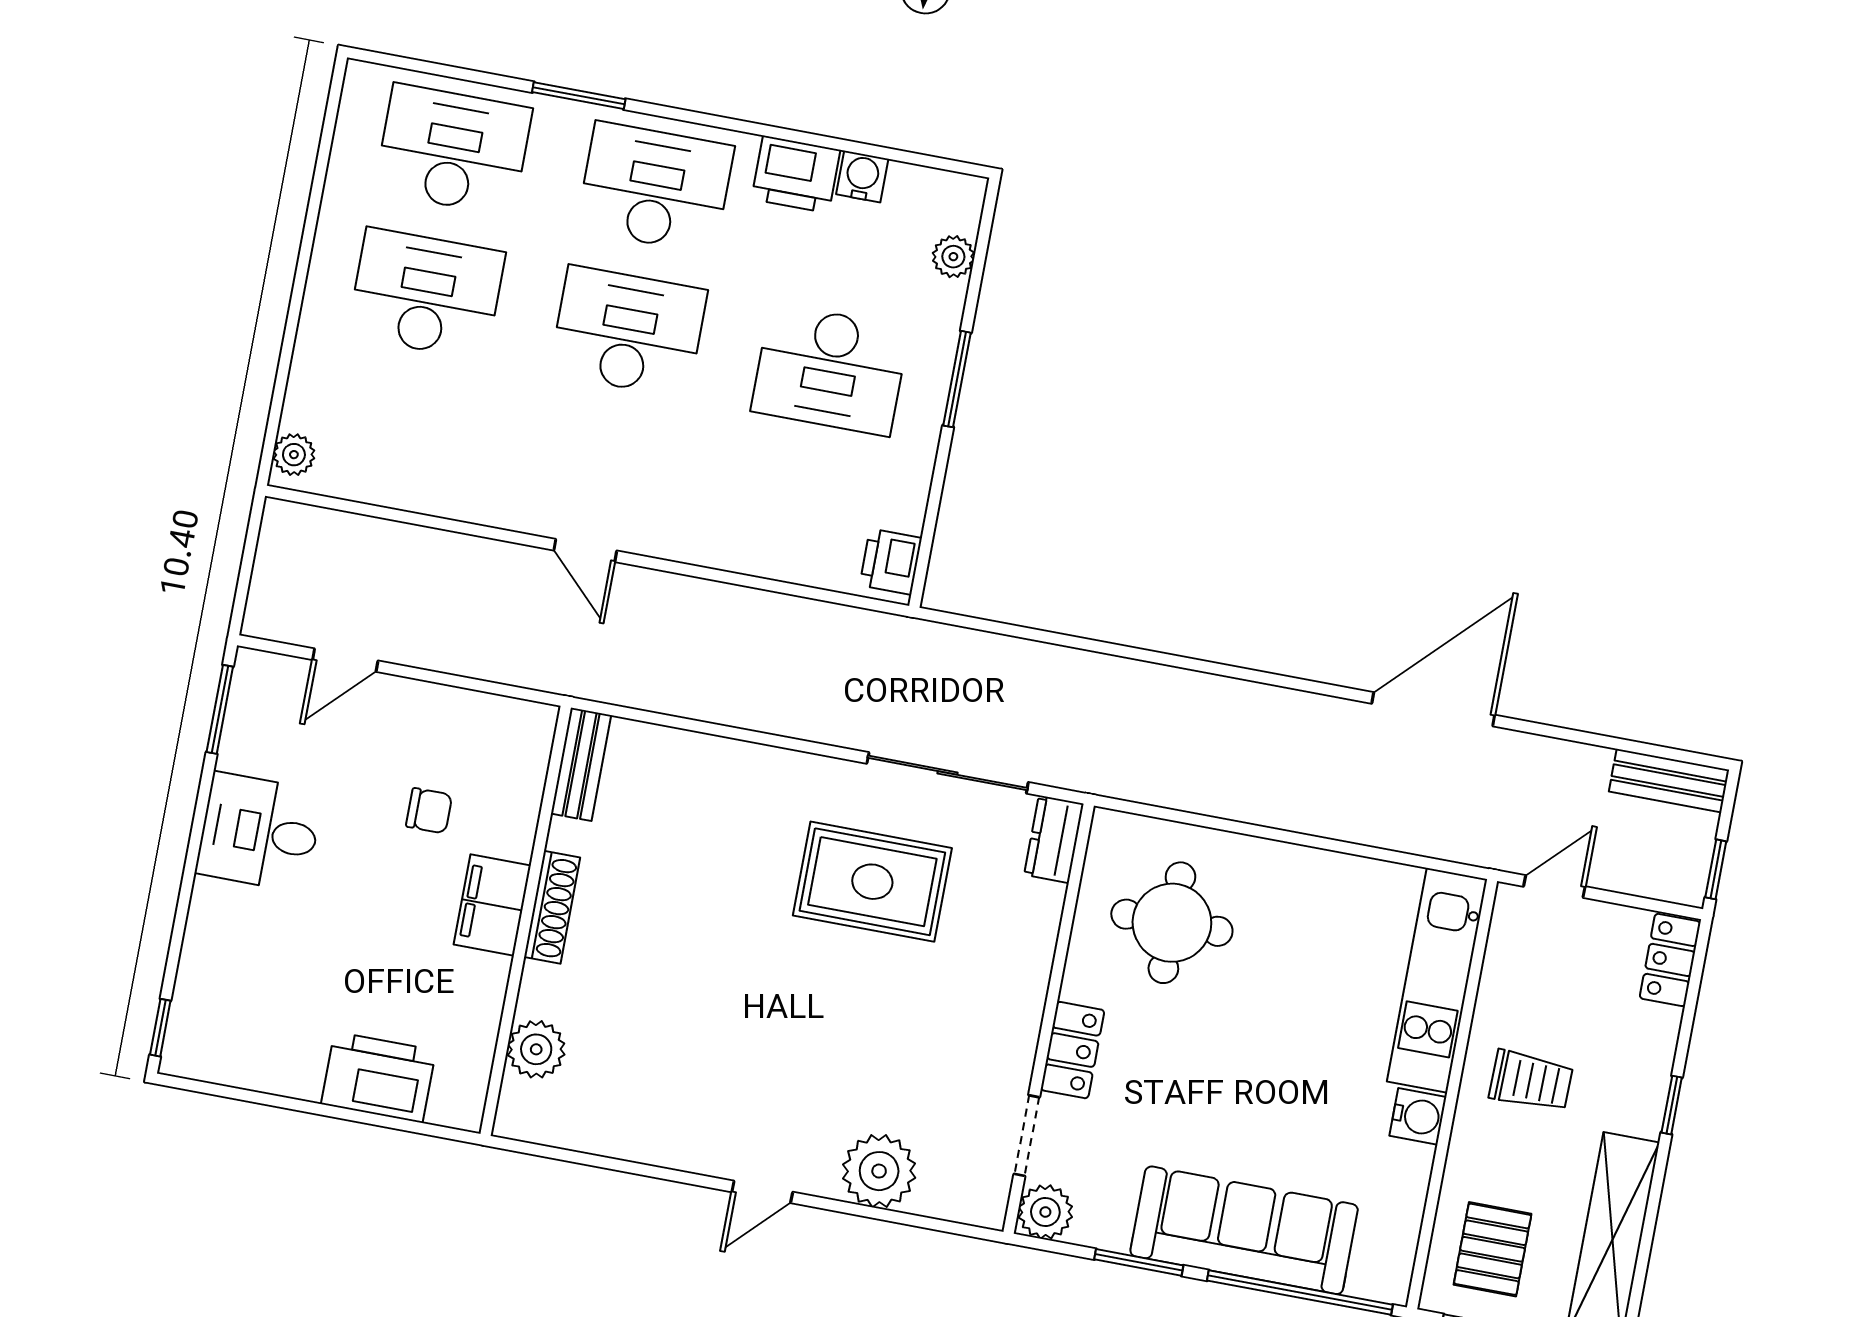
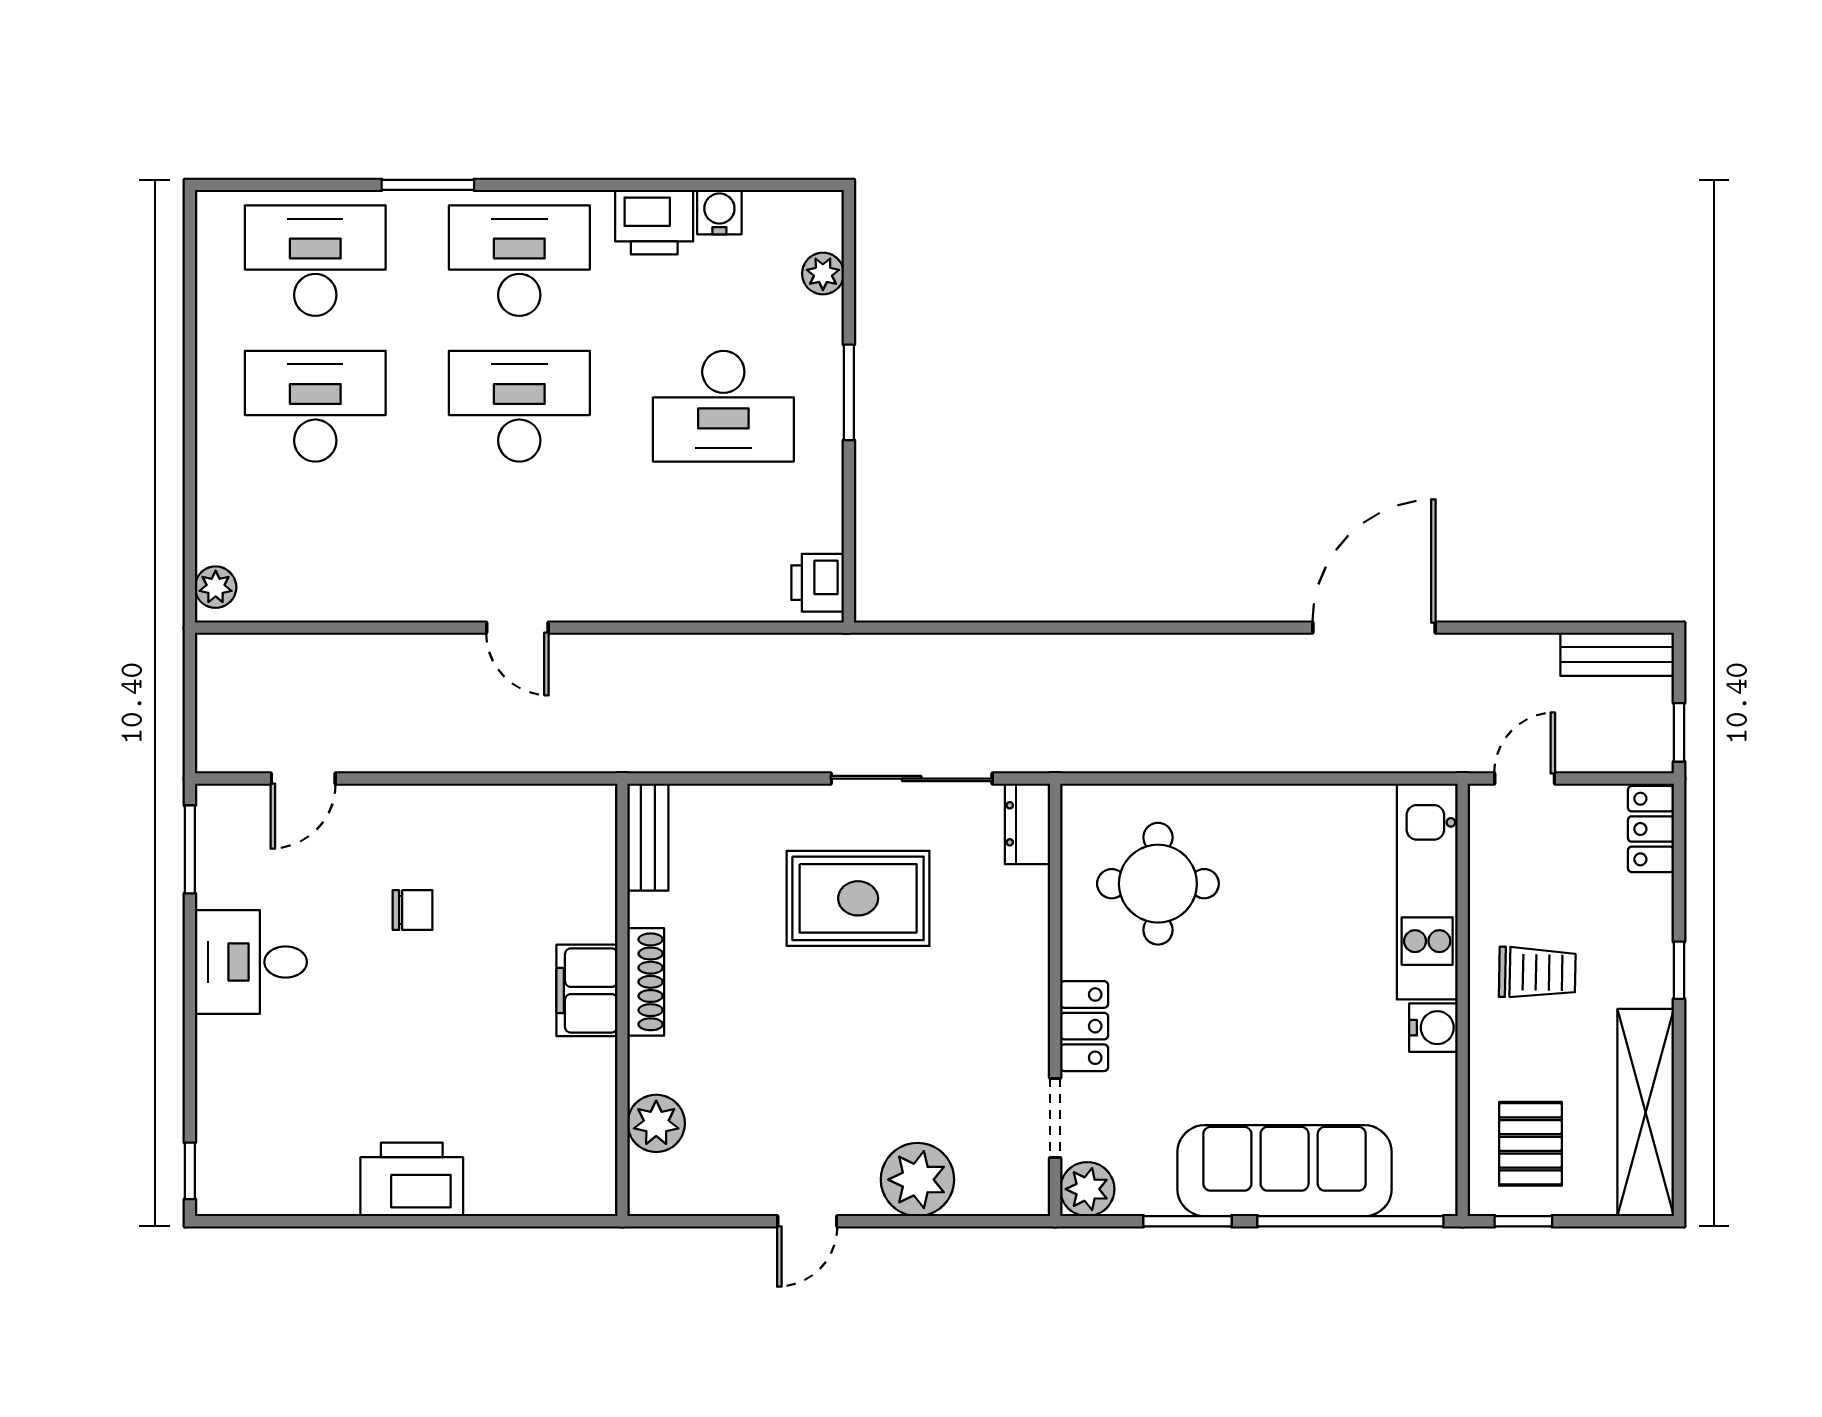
bench: (581, 764) -> (648, 837), moved
filing cabinet: (492, 905) -> (587, 990), moved
shoe rack: (552, 907) -> (646, 982), moved
wall: (526, 921) -> (622, 1000), moved
plant: (536, 1049) -> (656, 1123), moved

